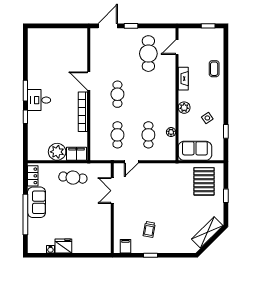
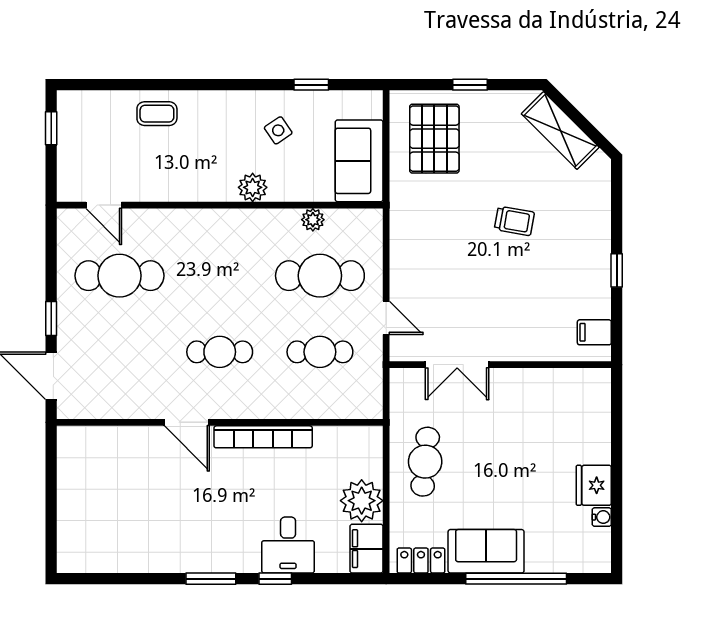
fireplace: (183, 79) -> (181, 190), removed
door: (89, 81) -> (187, 422), hinge flipped
desk: (39, 100) -> (288, 545), moved
cafe table: (148, 135) -> (320, 276), width x1.37, depth x1.35
filing cabinet: (77, 154) -> (366, 549), moved
pallet: (204, 181) -> (434, 139), turned 90
trolley: (149, 229) -> (514, 221), moved

